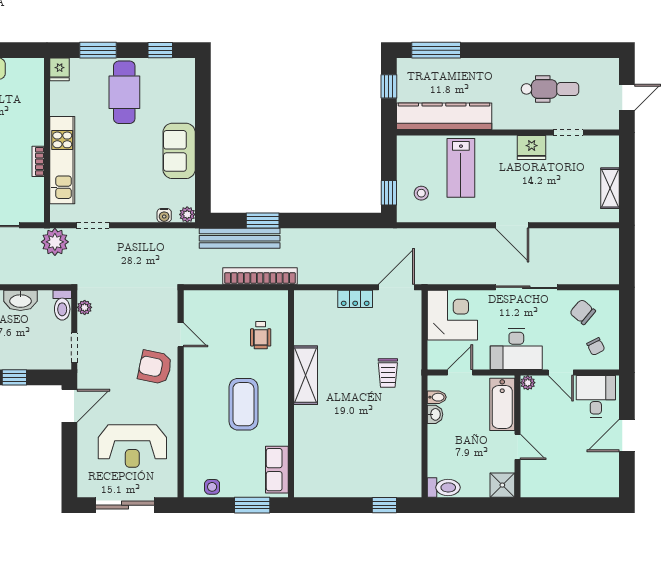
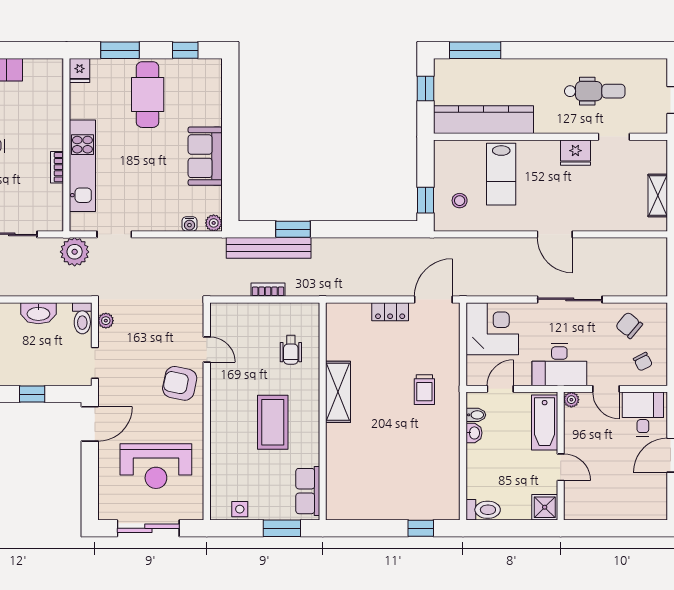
bookcase: (260, 276) -> (268, 290), width x0.43, depth x0.76

